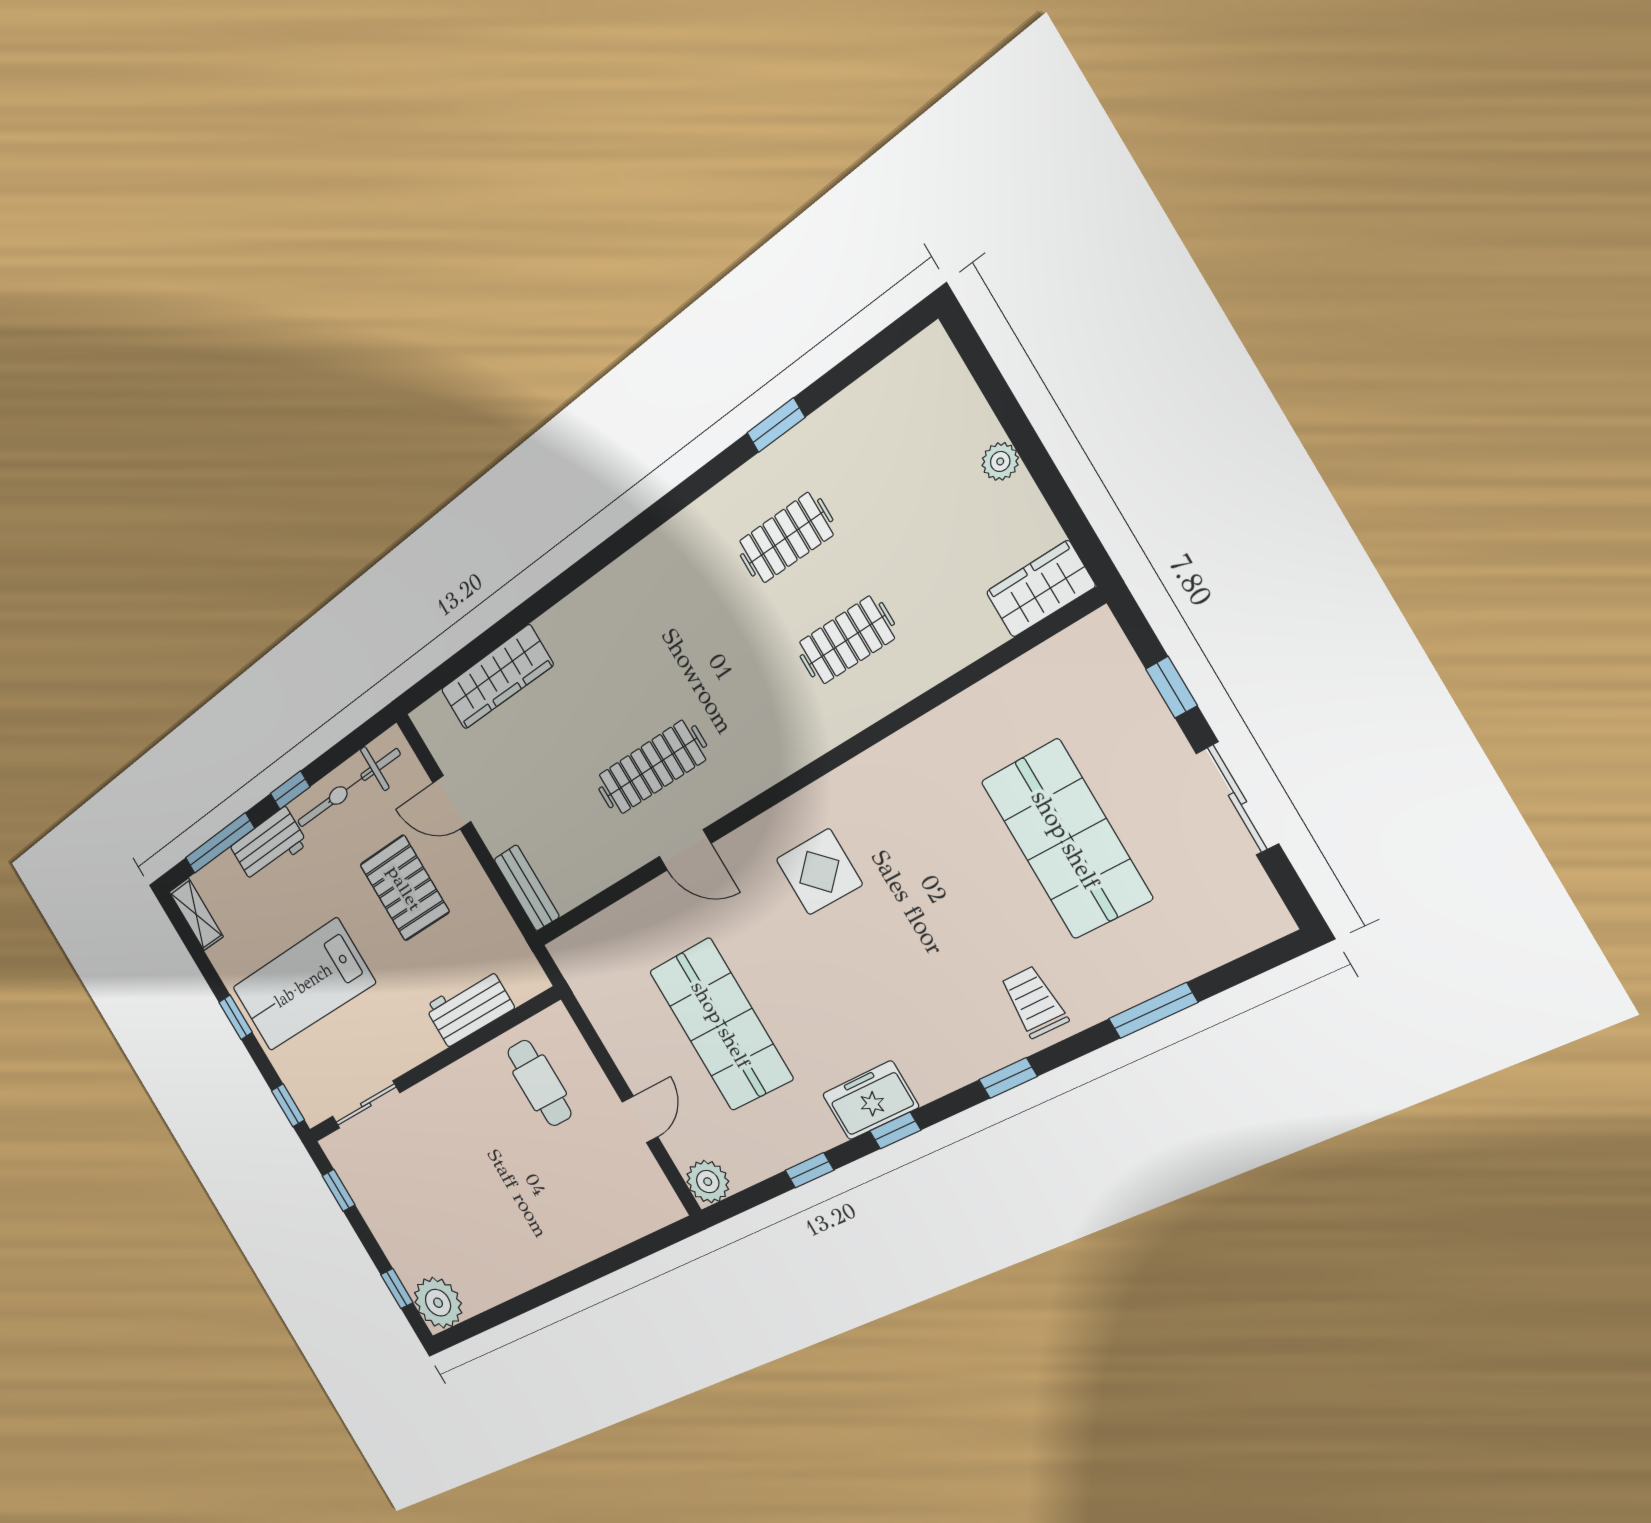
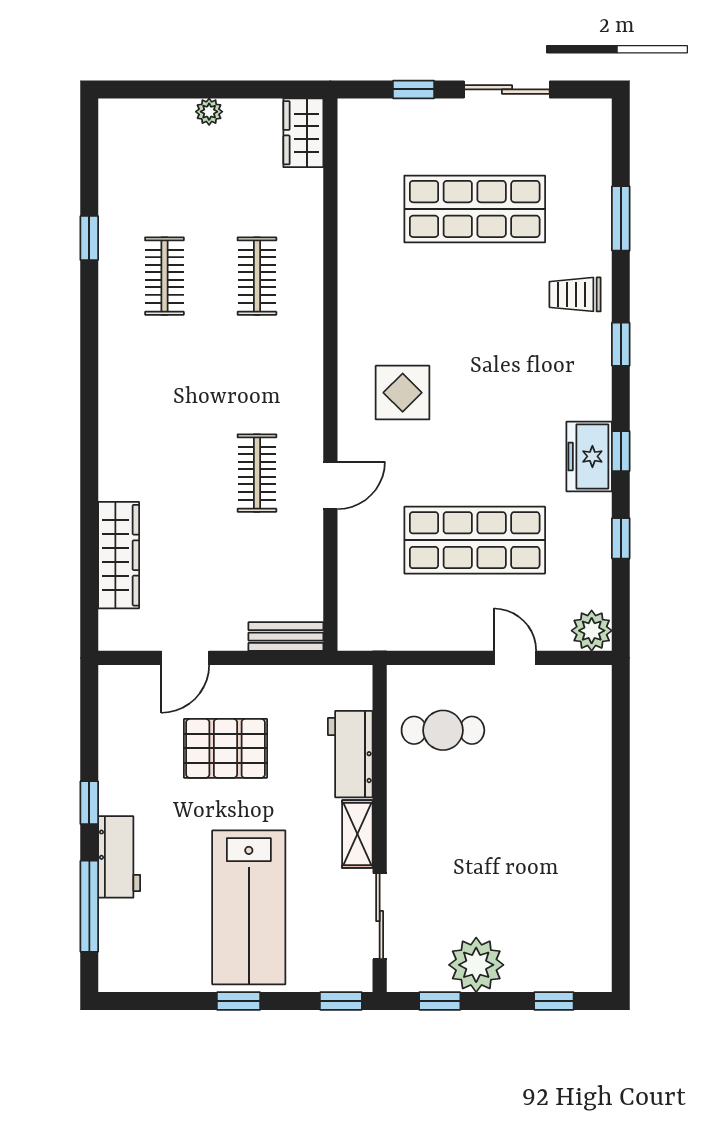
clothes rail: (652, 767) -> (257, 473), width x0.73
bicycle: (348, 788) -> (120, 746), removed
shelving: (196, 914) -> (357, 834), moved, turned 90
plant: (438, 1303) -> (476, 965), moved

